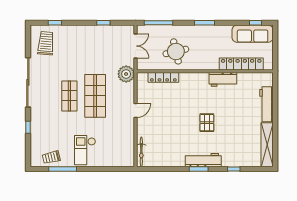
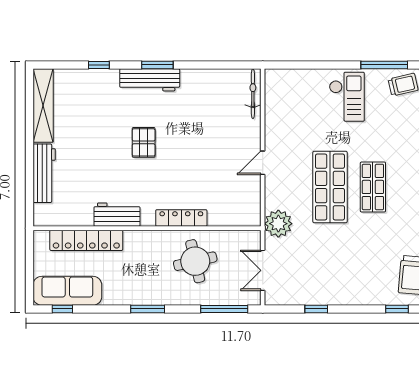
locker: (163, 77) -> (181, 218), moved

